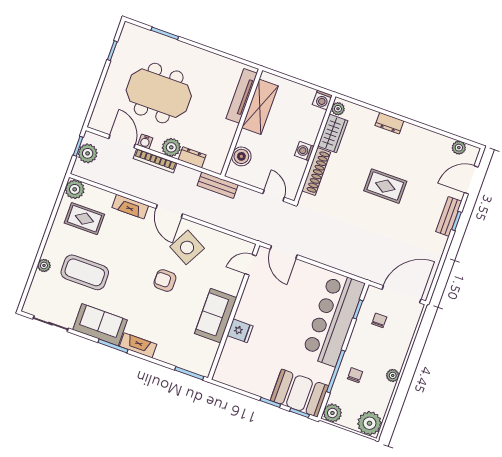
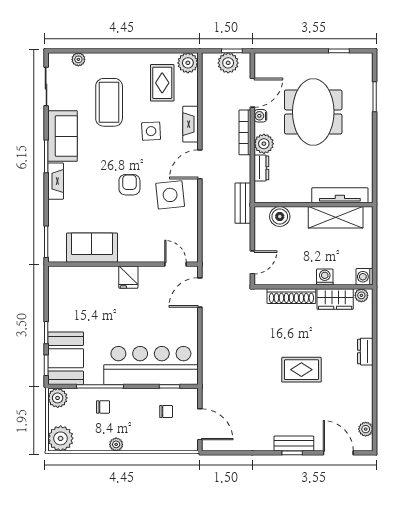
washing machine: (304, 151) -> (325, 277), moved
rug: (385, 186) -> (301, 370), turned 90
side table: (124, 244) -> (151, 131), added
side table: (187, 247) -> (170, 195), turned -34
plant: (44, 265) -> (78, 59), moved
door: (402, 294) -> (200, 424), width x0.73
sofa: (216, 316) -> (92, 248), moved
fridge: (240, 331) -> (128, 277), moved

